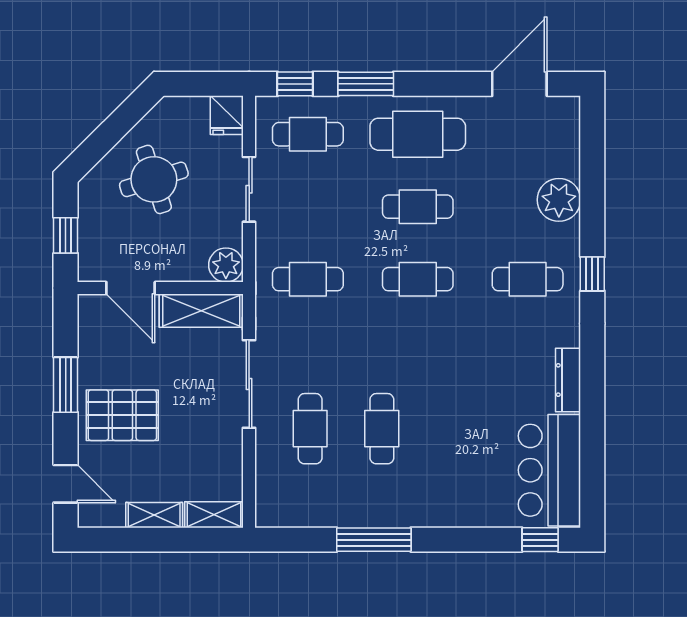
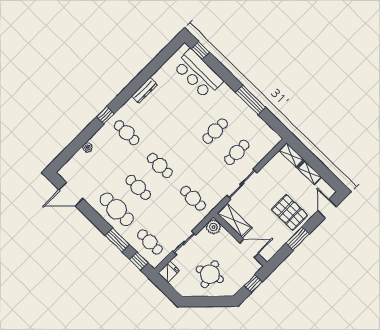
plant: (559, 200) -> (88, 147), width x0.53, depth x0.53
door: (131, 288) -> (249, 248), hinge flipped
bar counter: (549, 470) -> (198, 74), moved, turned 90

